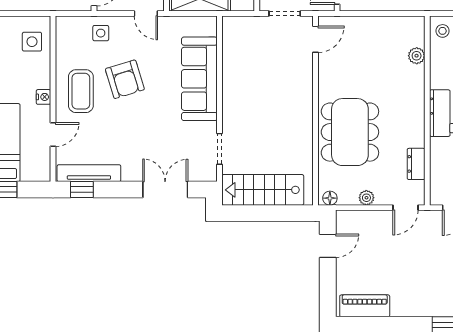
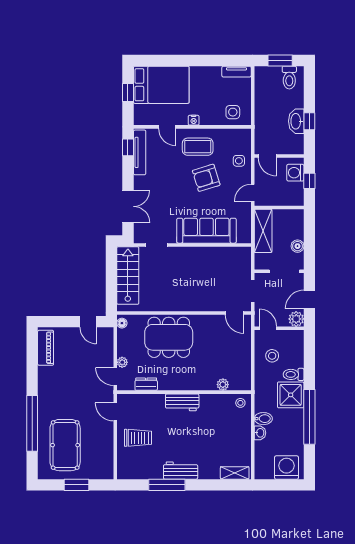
plant: (366, 198) -> (122, 362), moved

